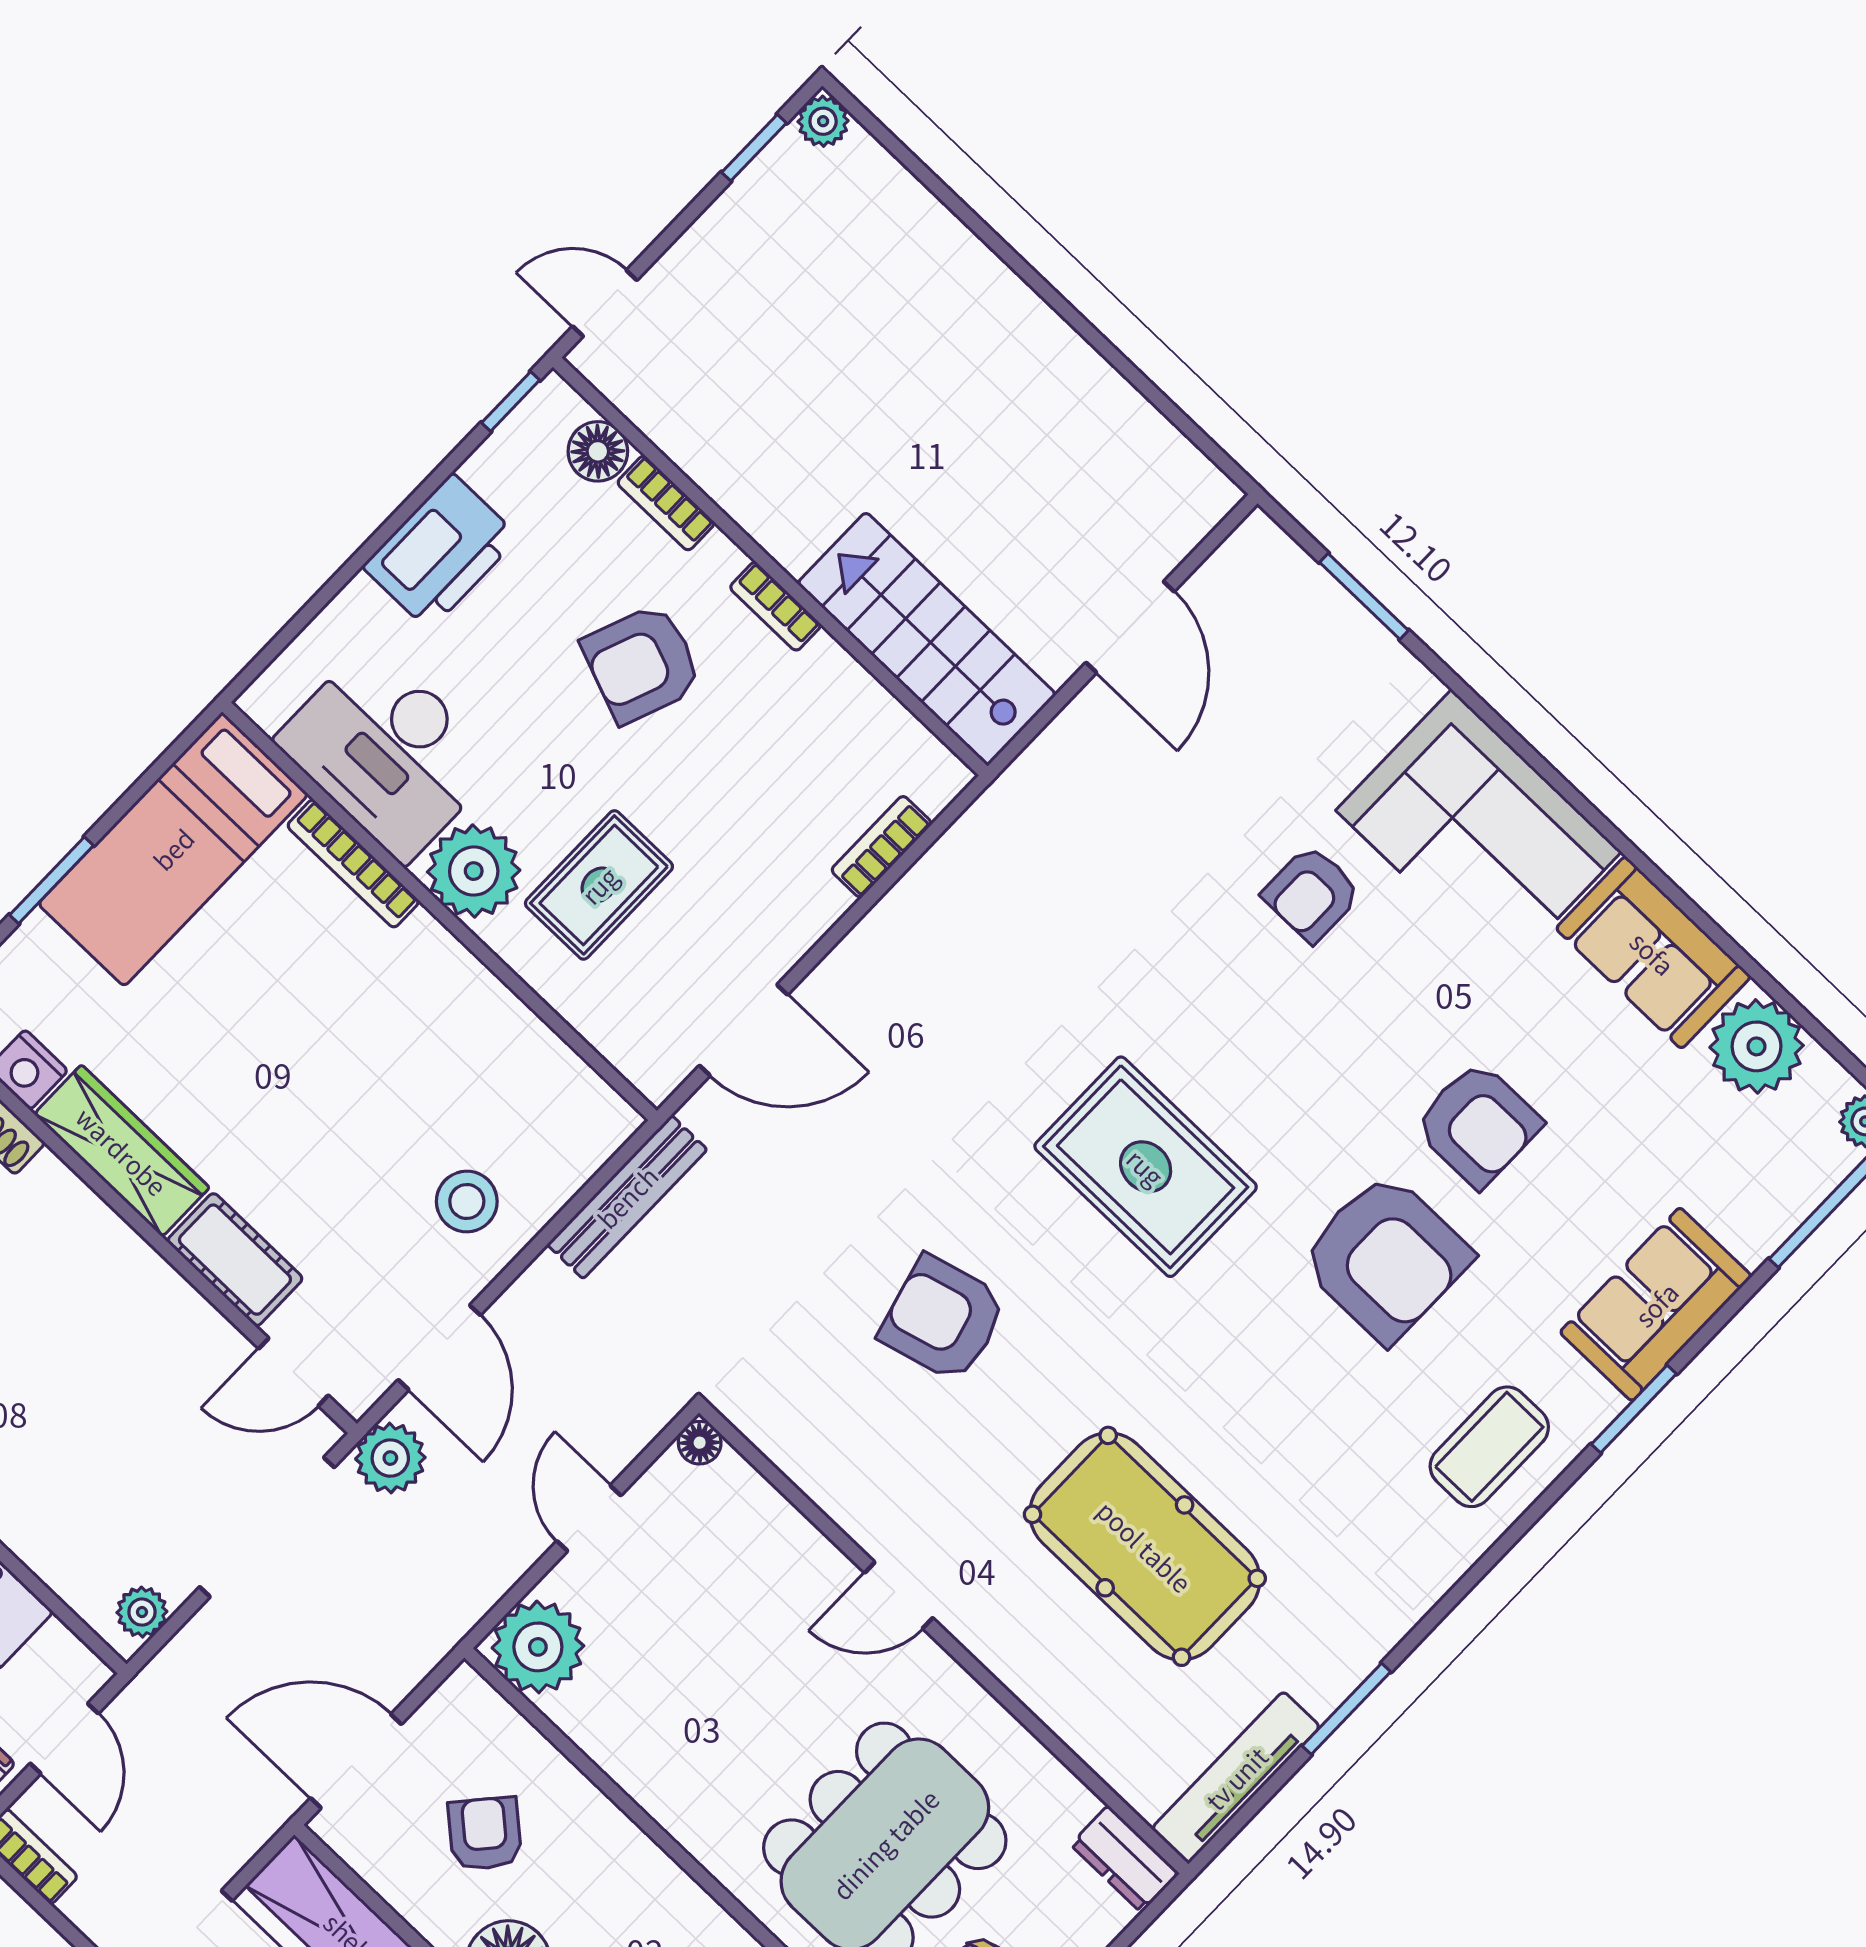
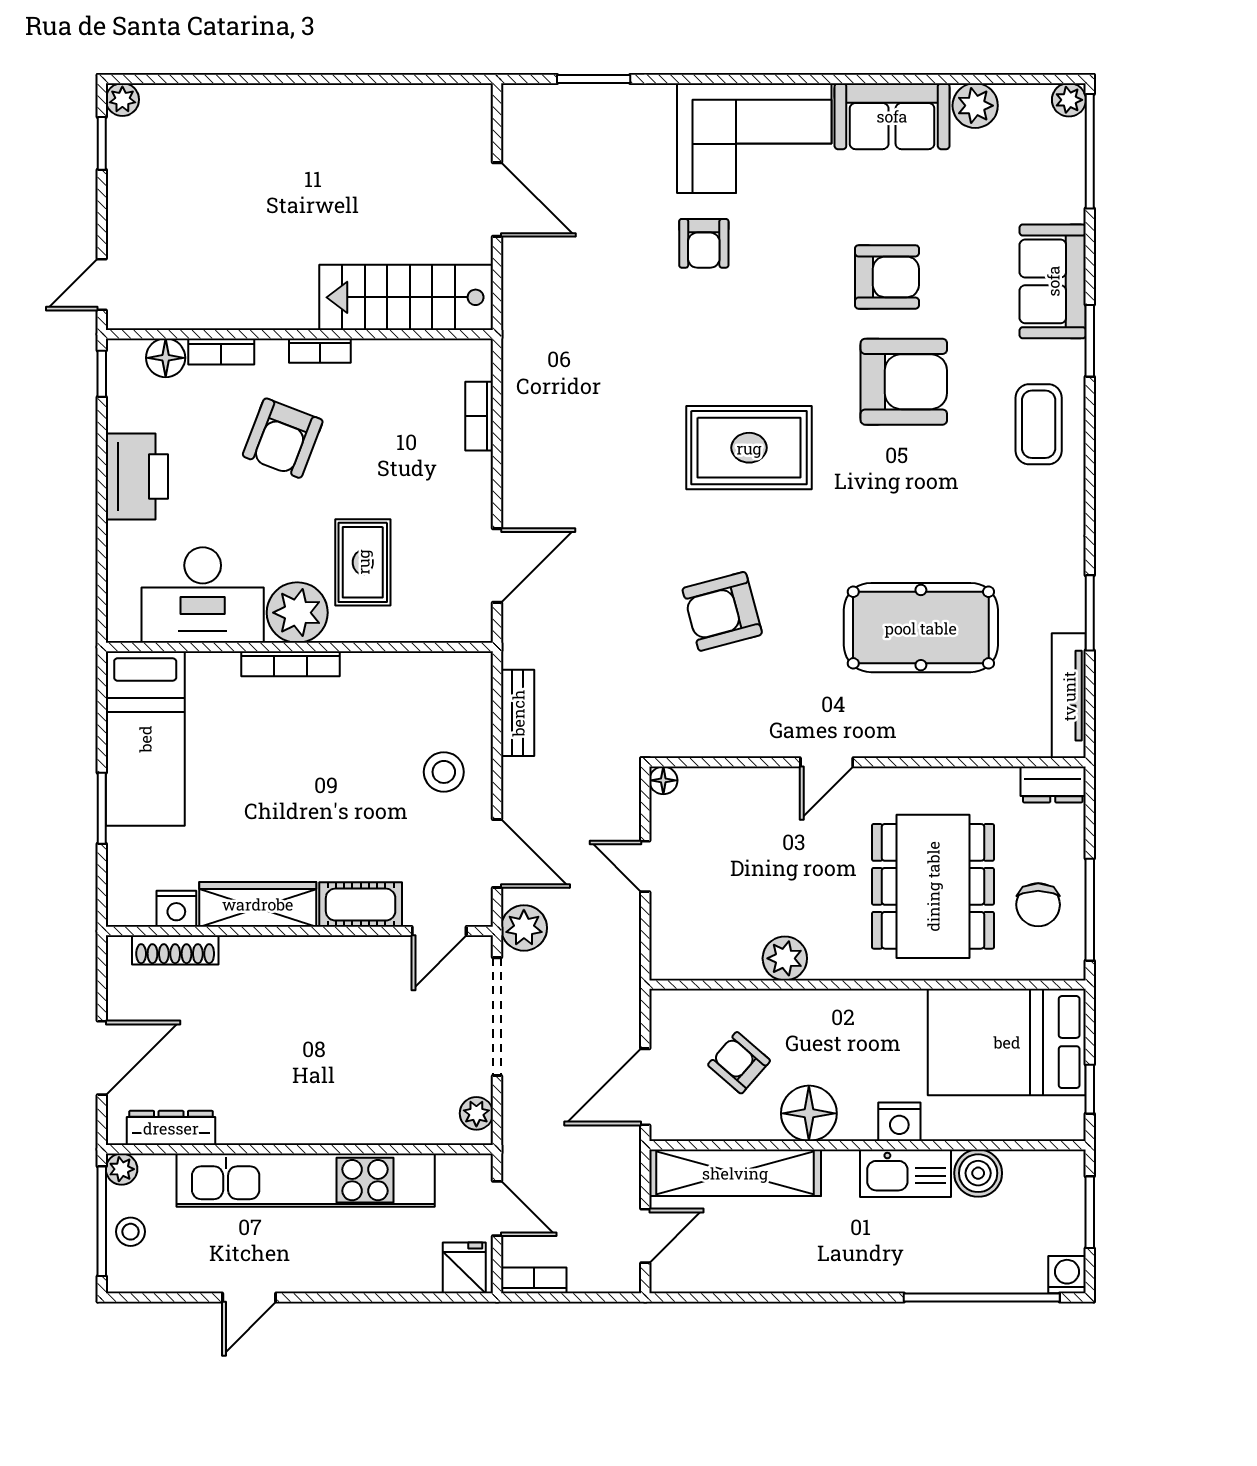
bookcase: (353, 864) -> (291, 664), moved
plant: (1757, 1046) -> (975, 106), width x0.73, depth x0.73
bench: (627, 1197) -> (518, 713), width x0.73
plant: (538, 1647) -> (785, 958), moved, width x0.73, depth x0.73

